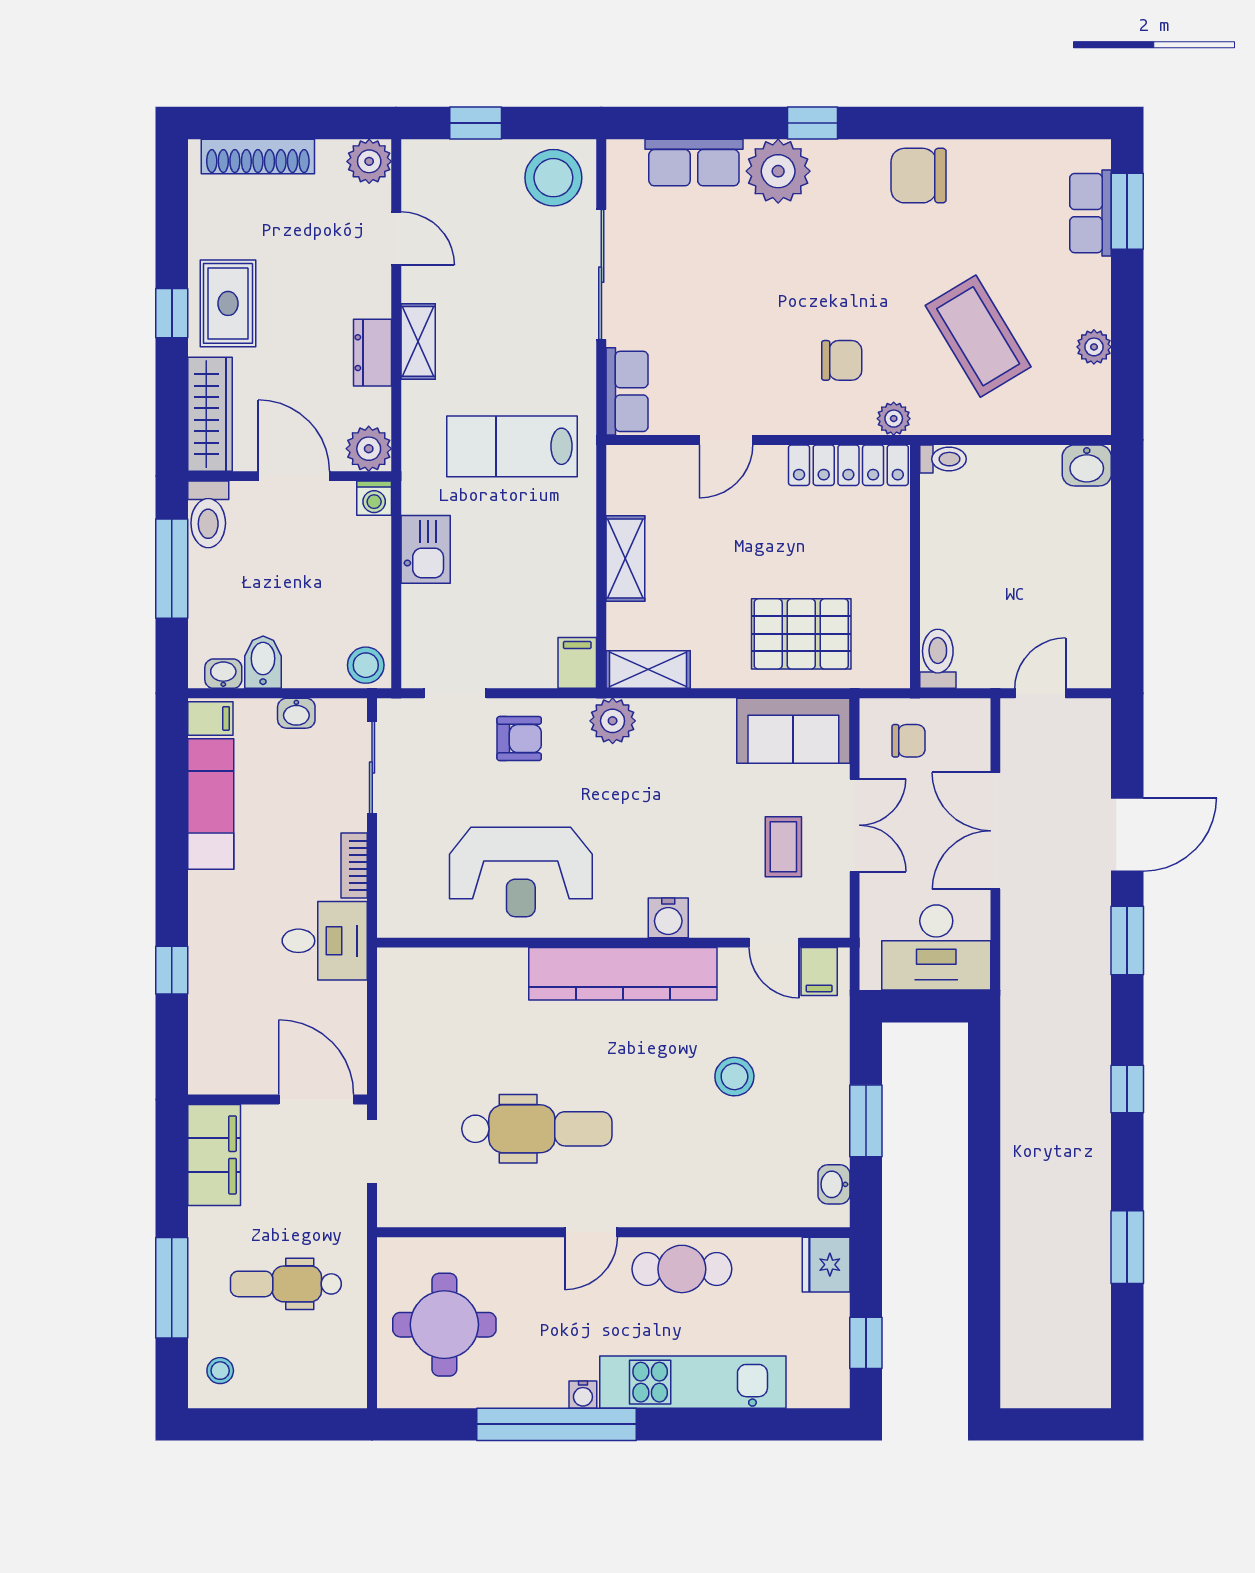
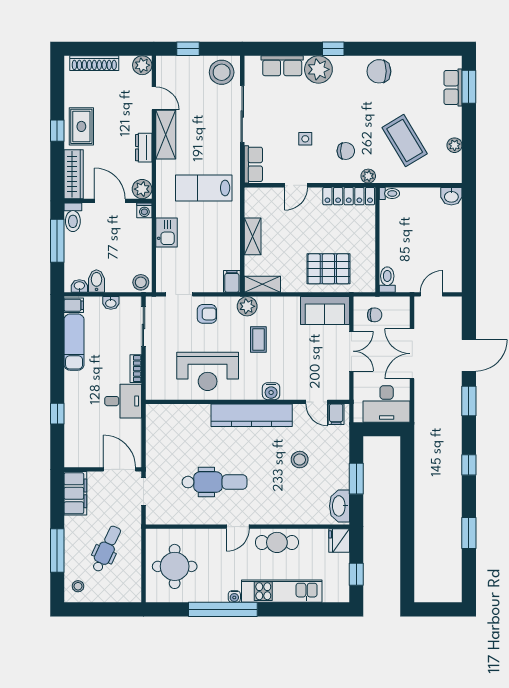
side table: (747, 332) -> (305, 139), added
shelving: (418, 341) -> (166, 135), width x1.50, depth x1.33
coffee table: (783, 847) -> (258, 340), moved
washbasin: (834, 1184) -> (339, 506), width x1.91, depth x1.45
dental chair: (286, 1284) -> (106, 549), turned 115

